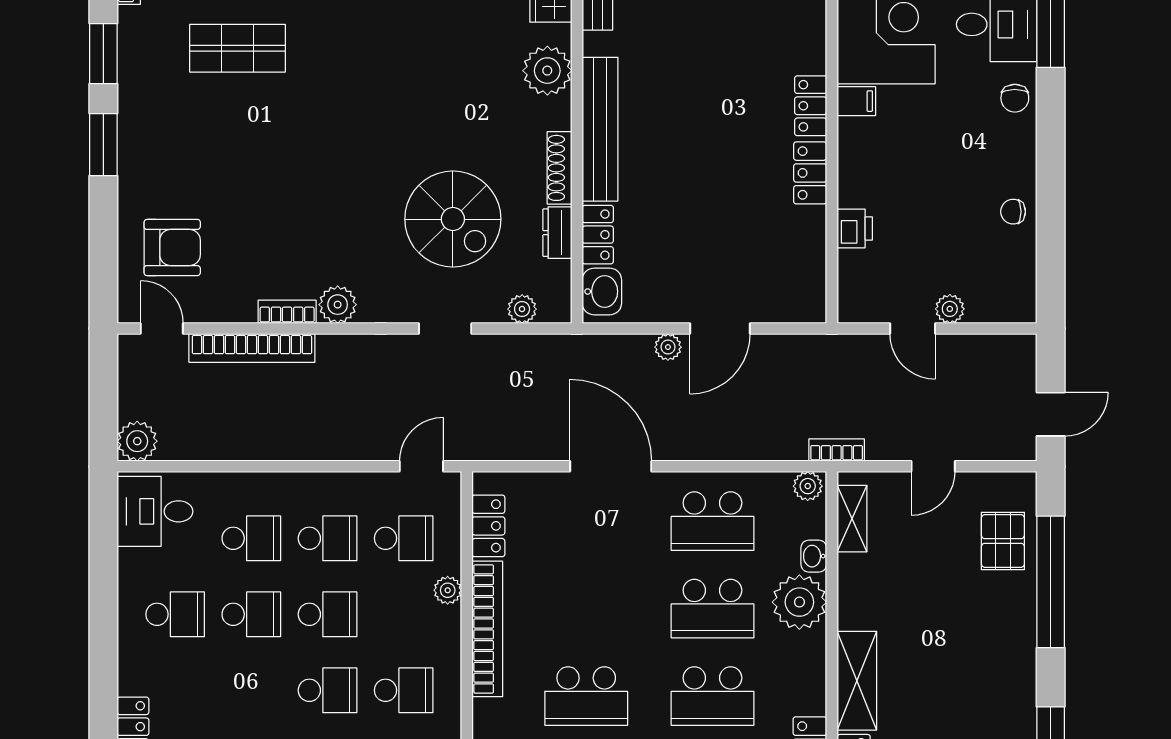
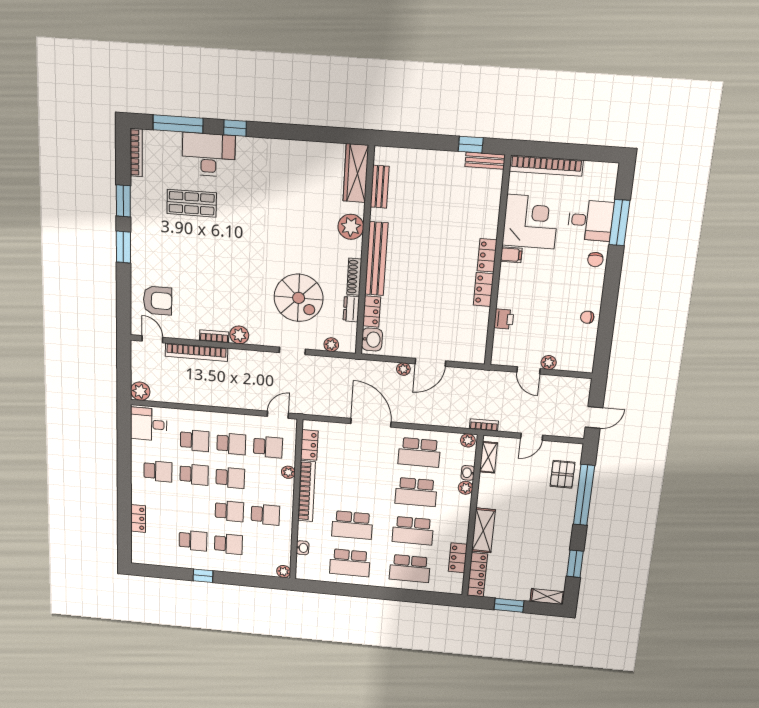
plant: (799, 602) -> (466, 488), width x0.53, depth x0.53

